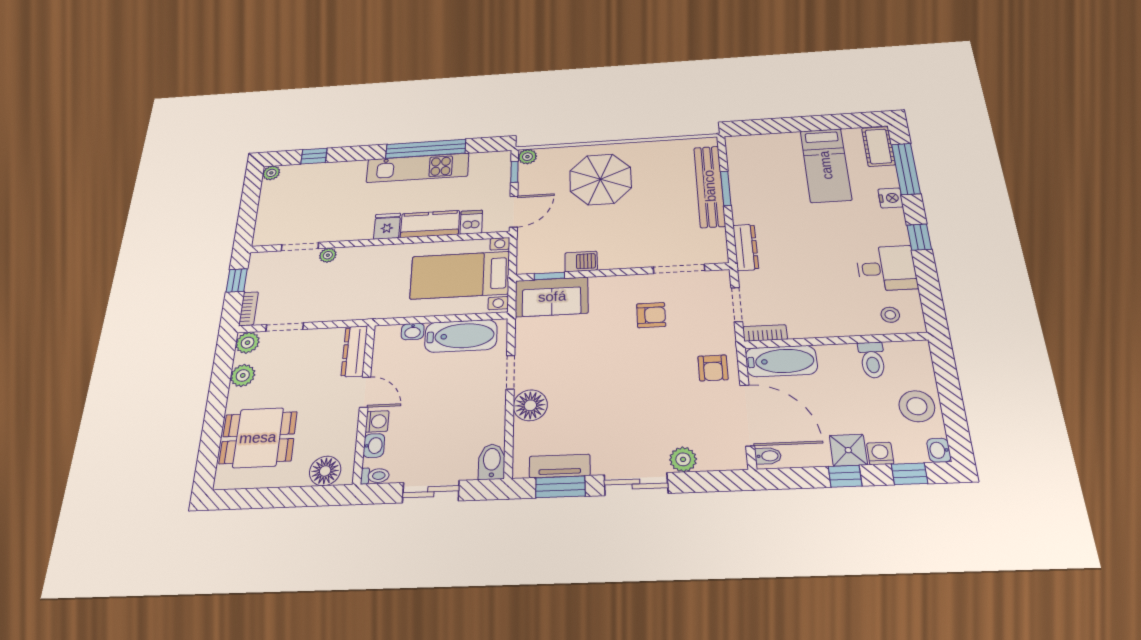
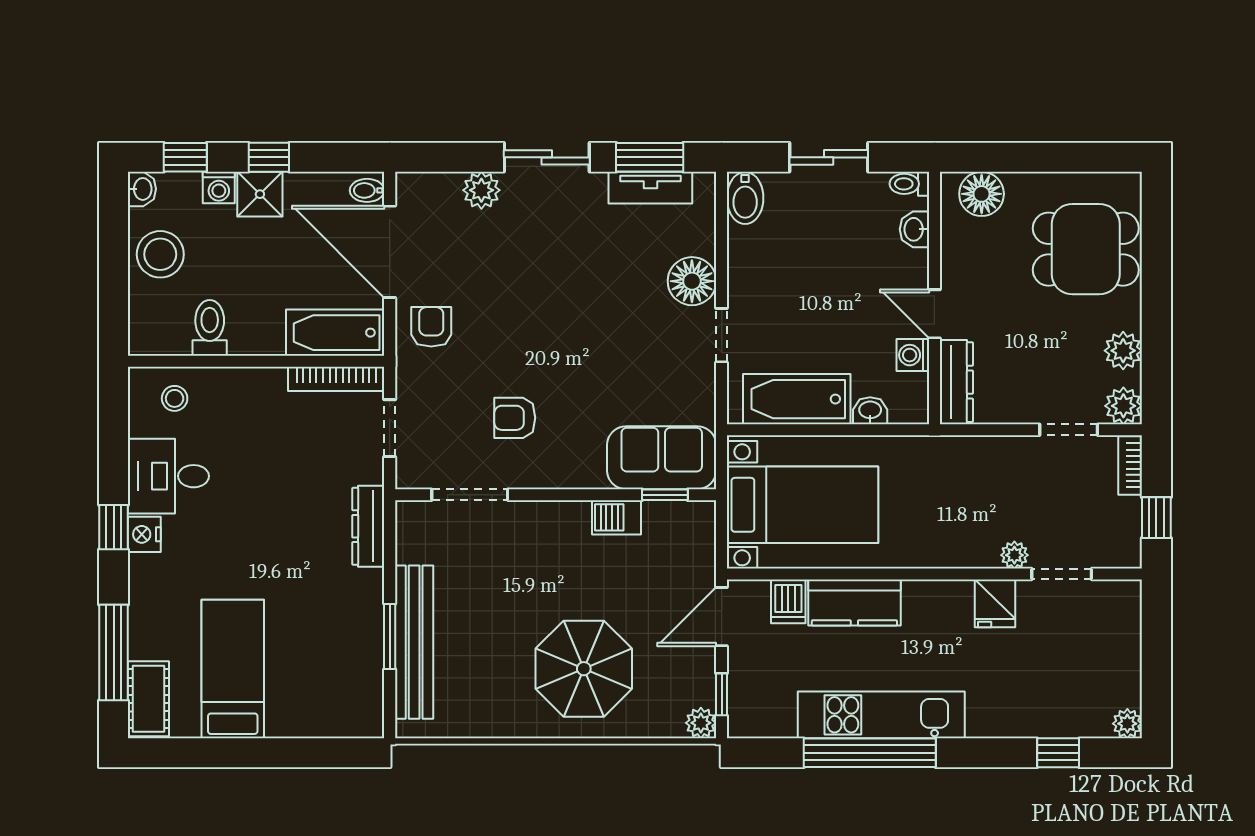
nightstand: (891, 198) -> (144, 534), moved
fridge: (387, 226) -> (995, 603), moved
bookcase: (765, 333) -> (336, 379), width x1.56
washing machine: (377, 421) -> (913, 355), moved

